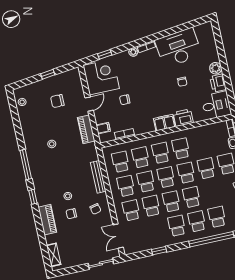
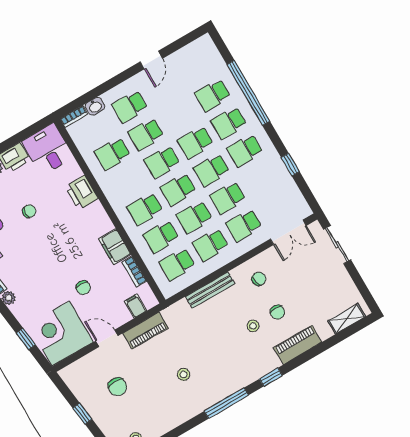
filing cabinet: (164, 123) -> (115, 247), moved
school desk: (181, 148) -> (112, 154), moved

